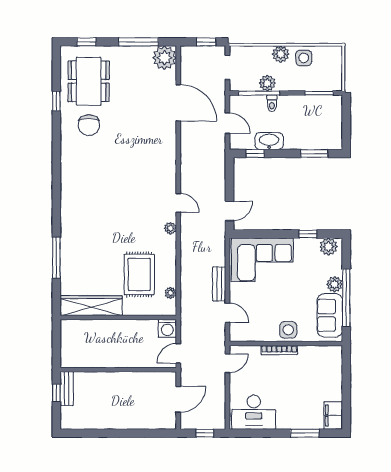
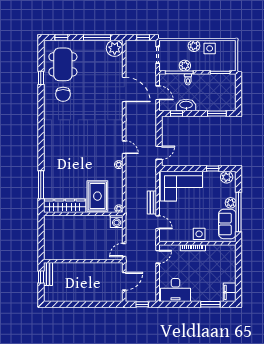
door: (178, 103) -> (124, 90), moved
wardrobe: (91, 306) -> (65, 206), moved
wall: (118, 317) -> (83, 214), moved
washing machine: (167, 328) -> (117, 221), moved

